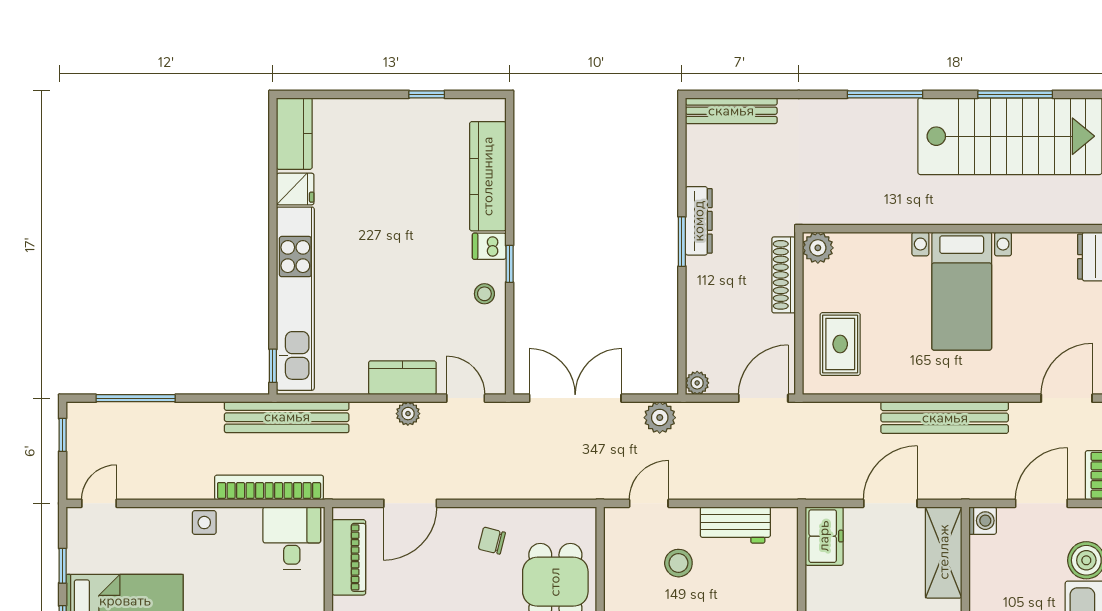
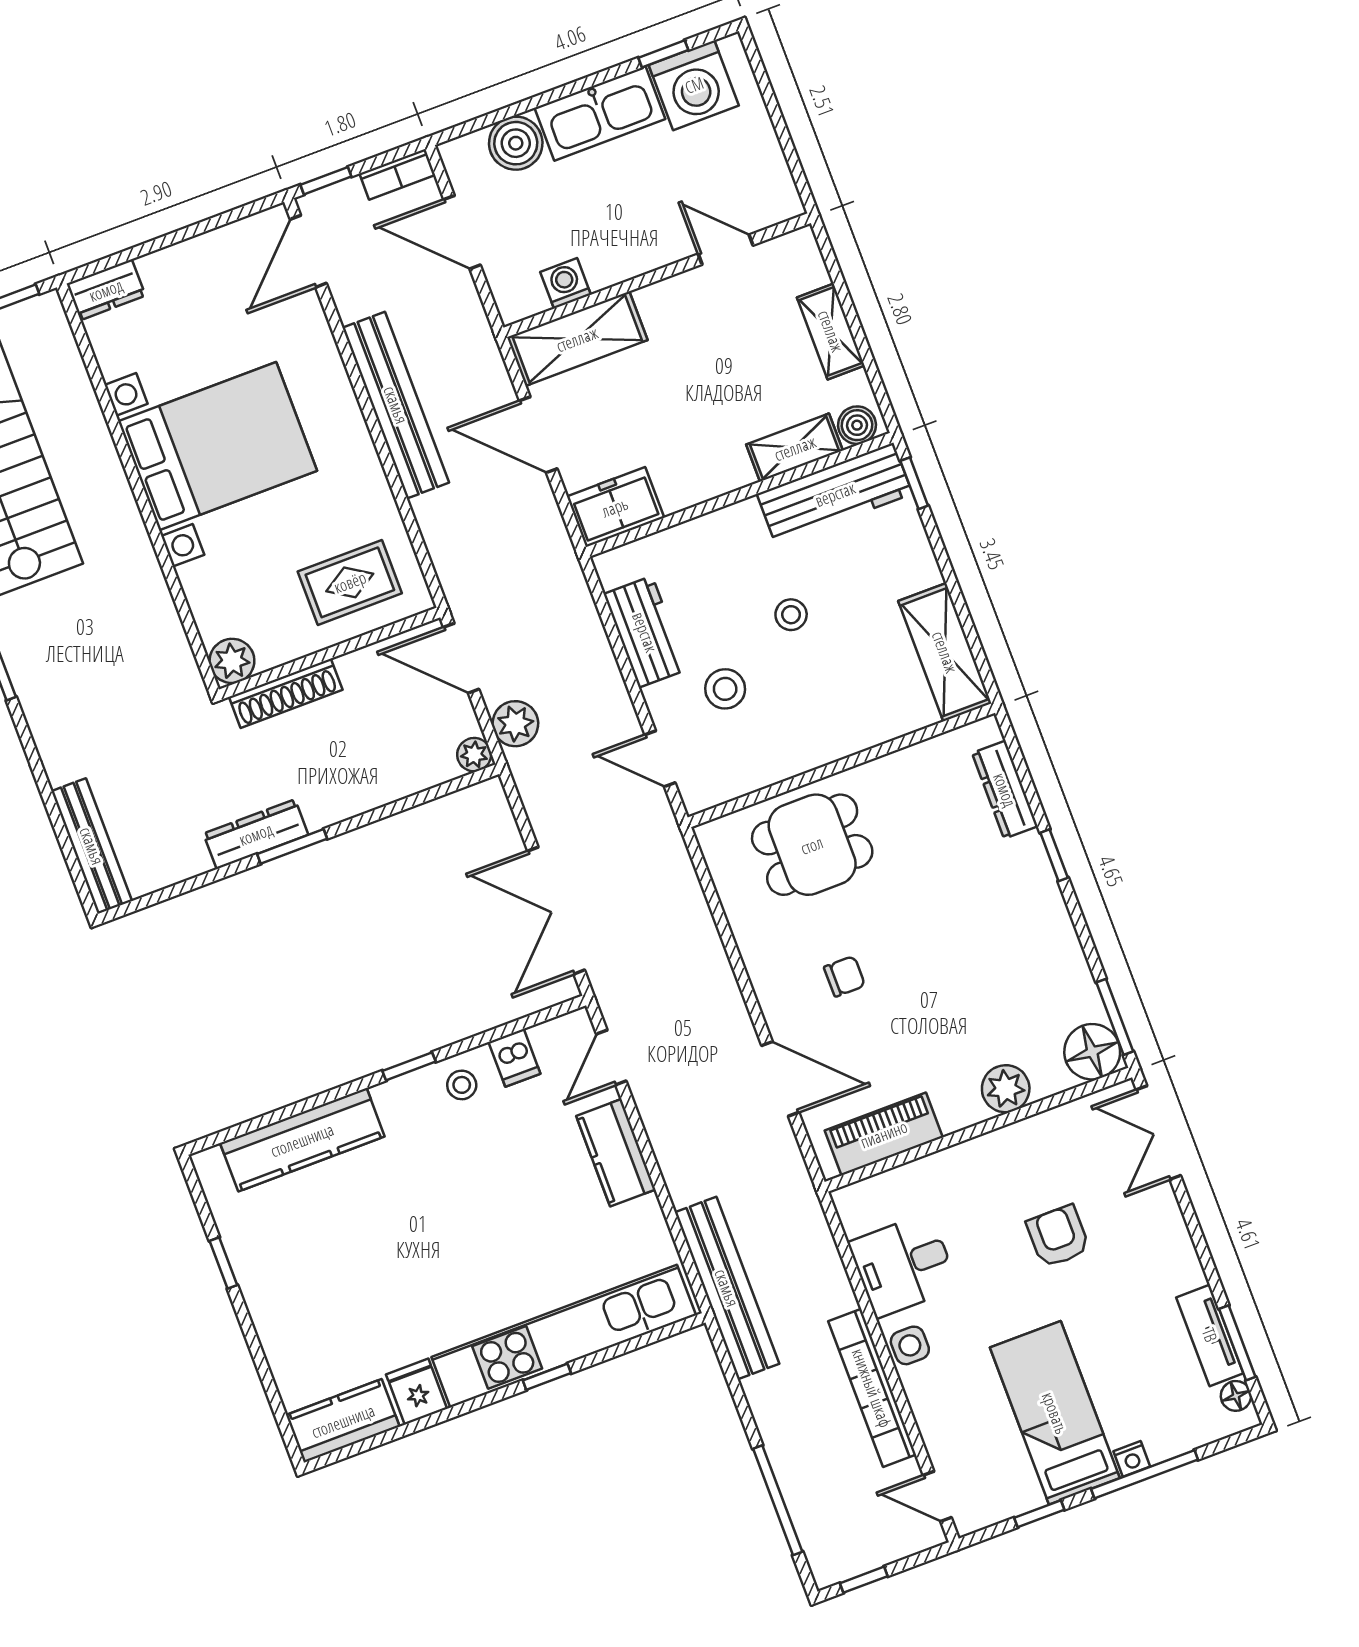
dishwasher: (489, 246) -> (514, 1058), moved
bed with nightstands: (962, 291) -> (218, 446), width x1.36
window: (273, 366) -> (547, 1377), moved
door: (1067, 398) -> (308, 251), hinge flipped
plant: (408, 414) -> (661, 1127), removed
plant: (660, 418) -> (515, 724), moved
bookcase: (269, 487) -> (872, 1388), moved
washing machine: (983, 521) -> (566, 283), moved
desk: (292, 538) -> (903, 1265), moved
chair: (492, 541) -> (845, 976), moved, turned -104

